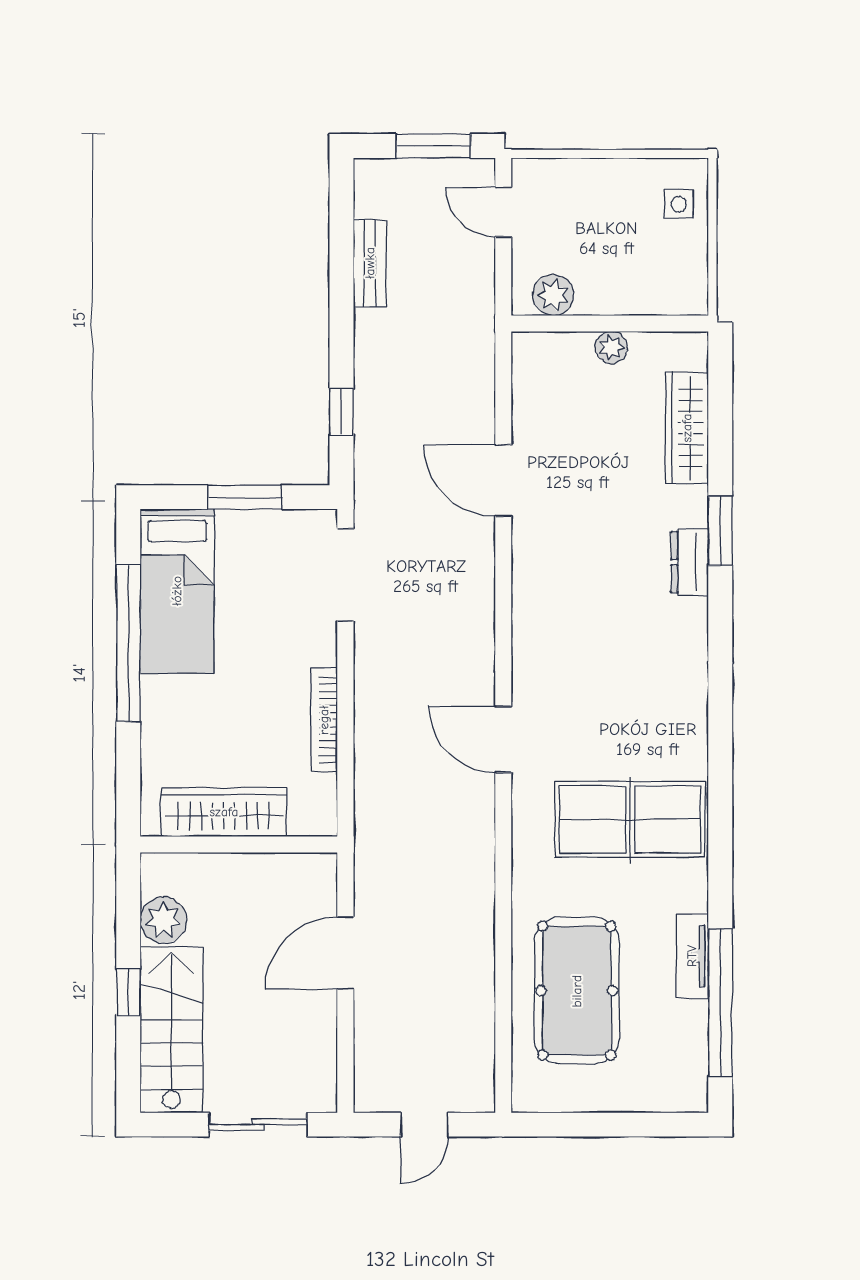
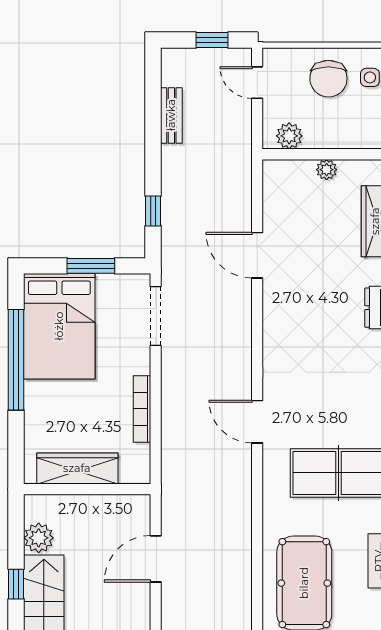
window: (433, 146) -> (212, 40), width x0.67
chair: (614, 206) -> (328, 79), added
bed: (177, 591) -> (59, 326), width x1.50

